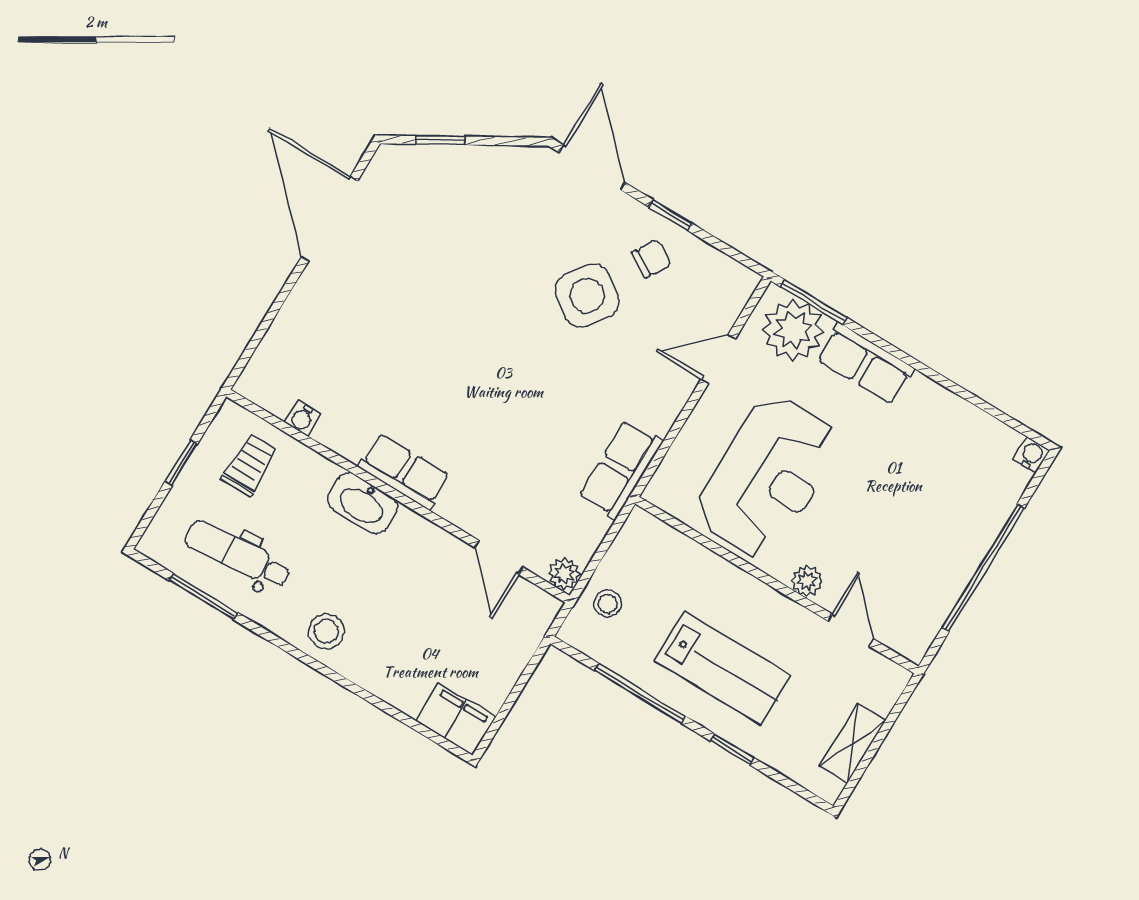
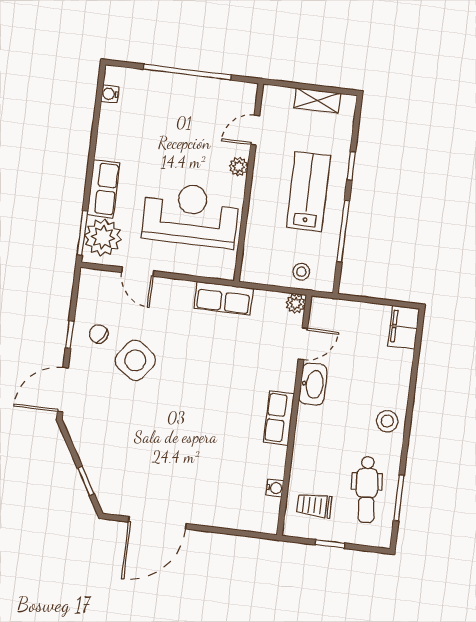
water cooler: (1031, 455) -> (110, 94), moved
washbasin: (363, 503) -> (313, 384), moved

